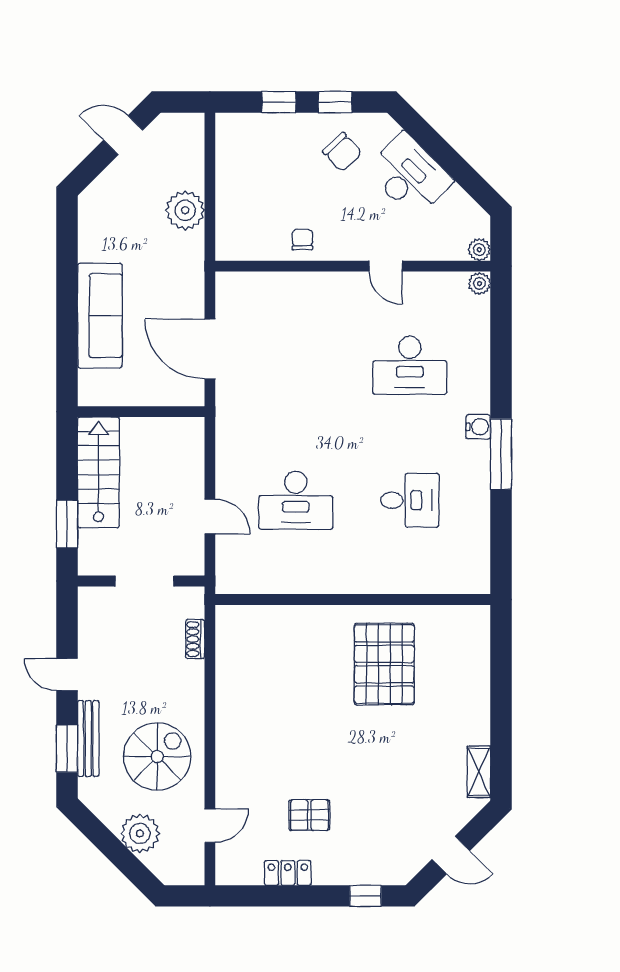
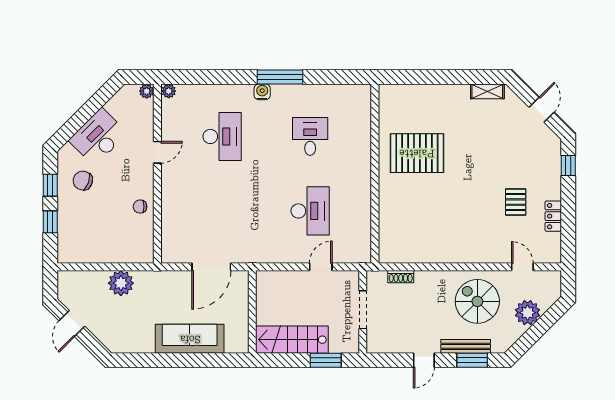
chair: (342, 152) -> (83, 181), turned -117

